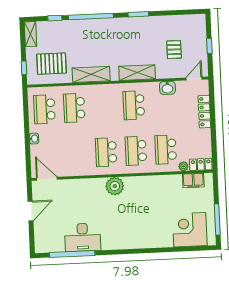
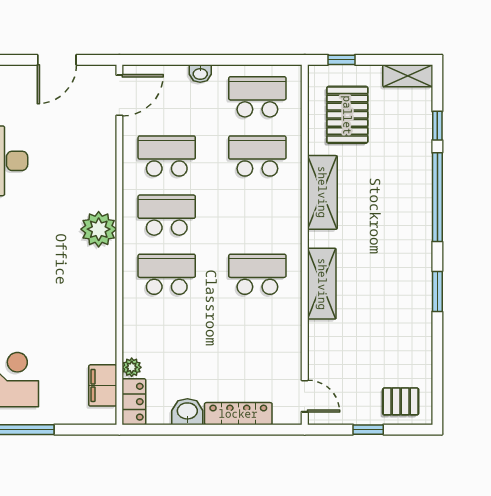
pallet: (174, 50) -> (401, 401), moved
washbasin: (167, 88) -> (187, 412), moved, turned 90
school desk: (166, 149) -> (167, 156), moved
door: (30, 211) -> (57, 60), hinge flipped

